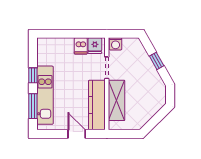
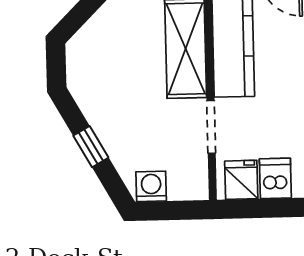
washing machine: (116, 44) -> (151, 186), moved

